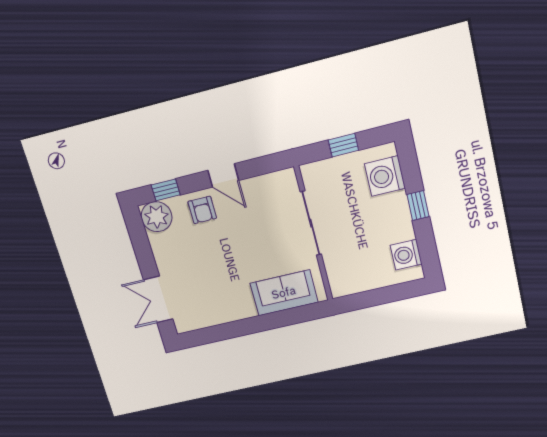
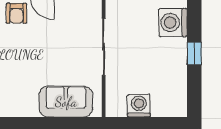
washing machine: (406, 255) -> (139, 106), moved, turned 90

